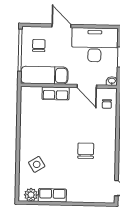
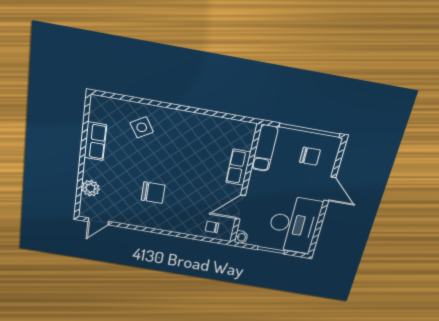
door: (61, 26) -> (330, 189), hinge flipped
exam couch: (44, 75) -> (265, 148), width x0.73, depth x0.69
plant: (31, 195) -> (90, 188), moved

